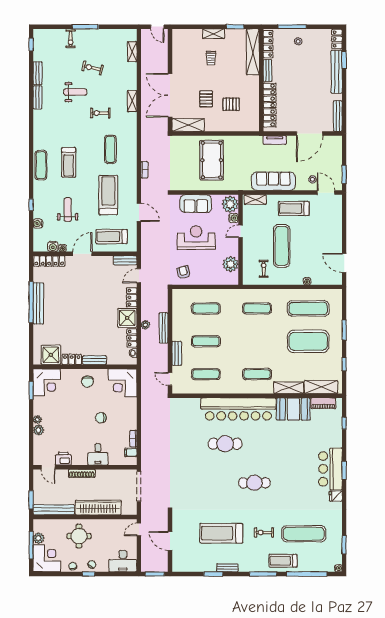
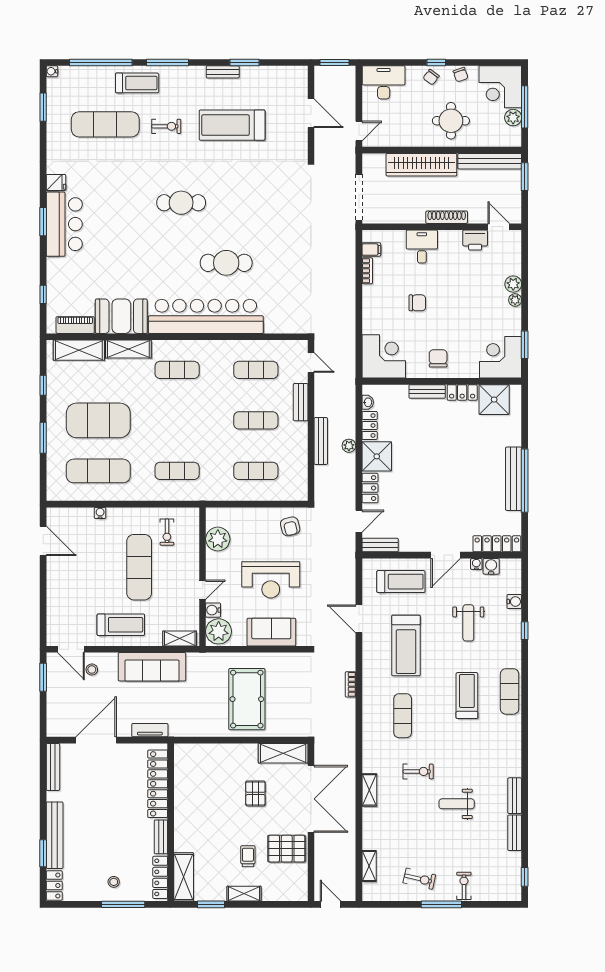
shelving: (253, 52) -> (184, 877), width x0.68
exercise bike: (92, 68) -> (419, 879), moved
pallet: (231, 104) -> (287, 849), moved, width x1.50, depth x1.42
treadmill: (221, 533) -> (232, 125), turned 180

